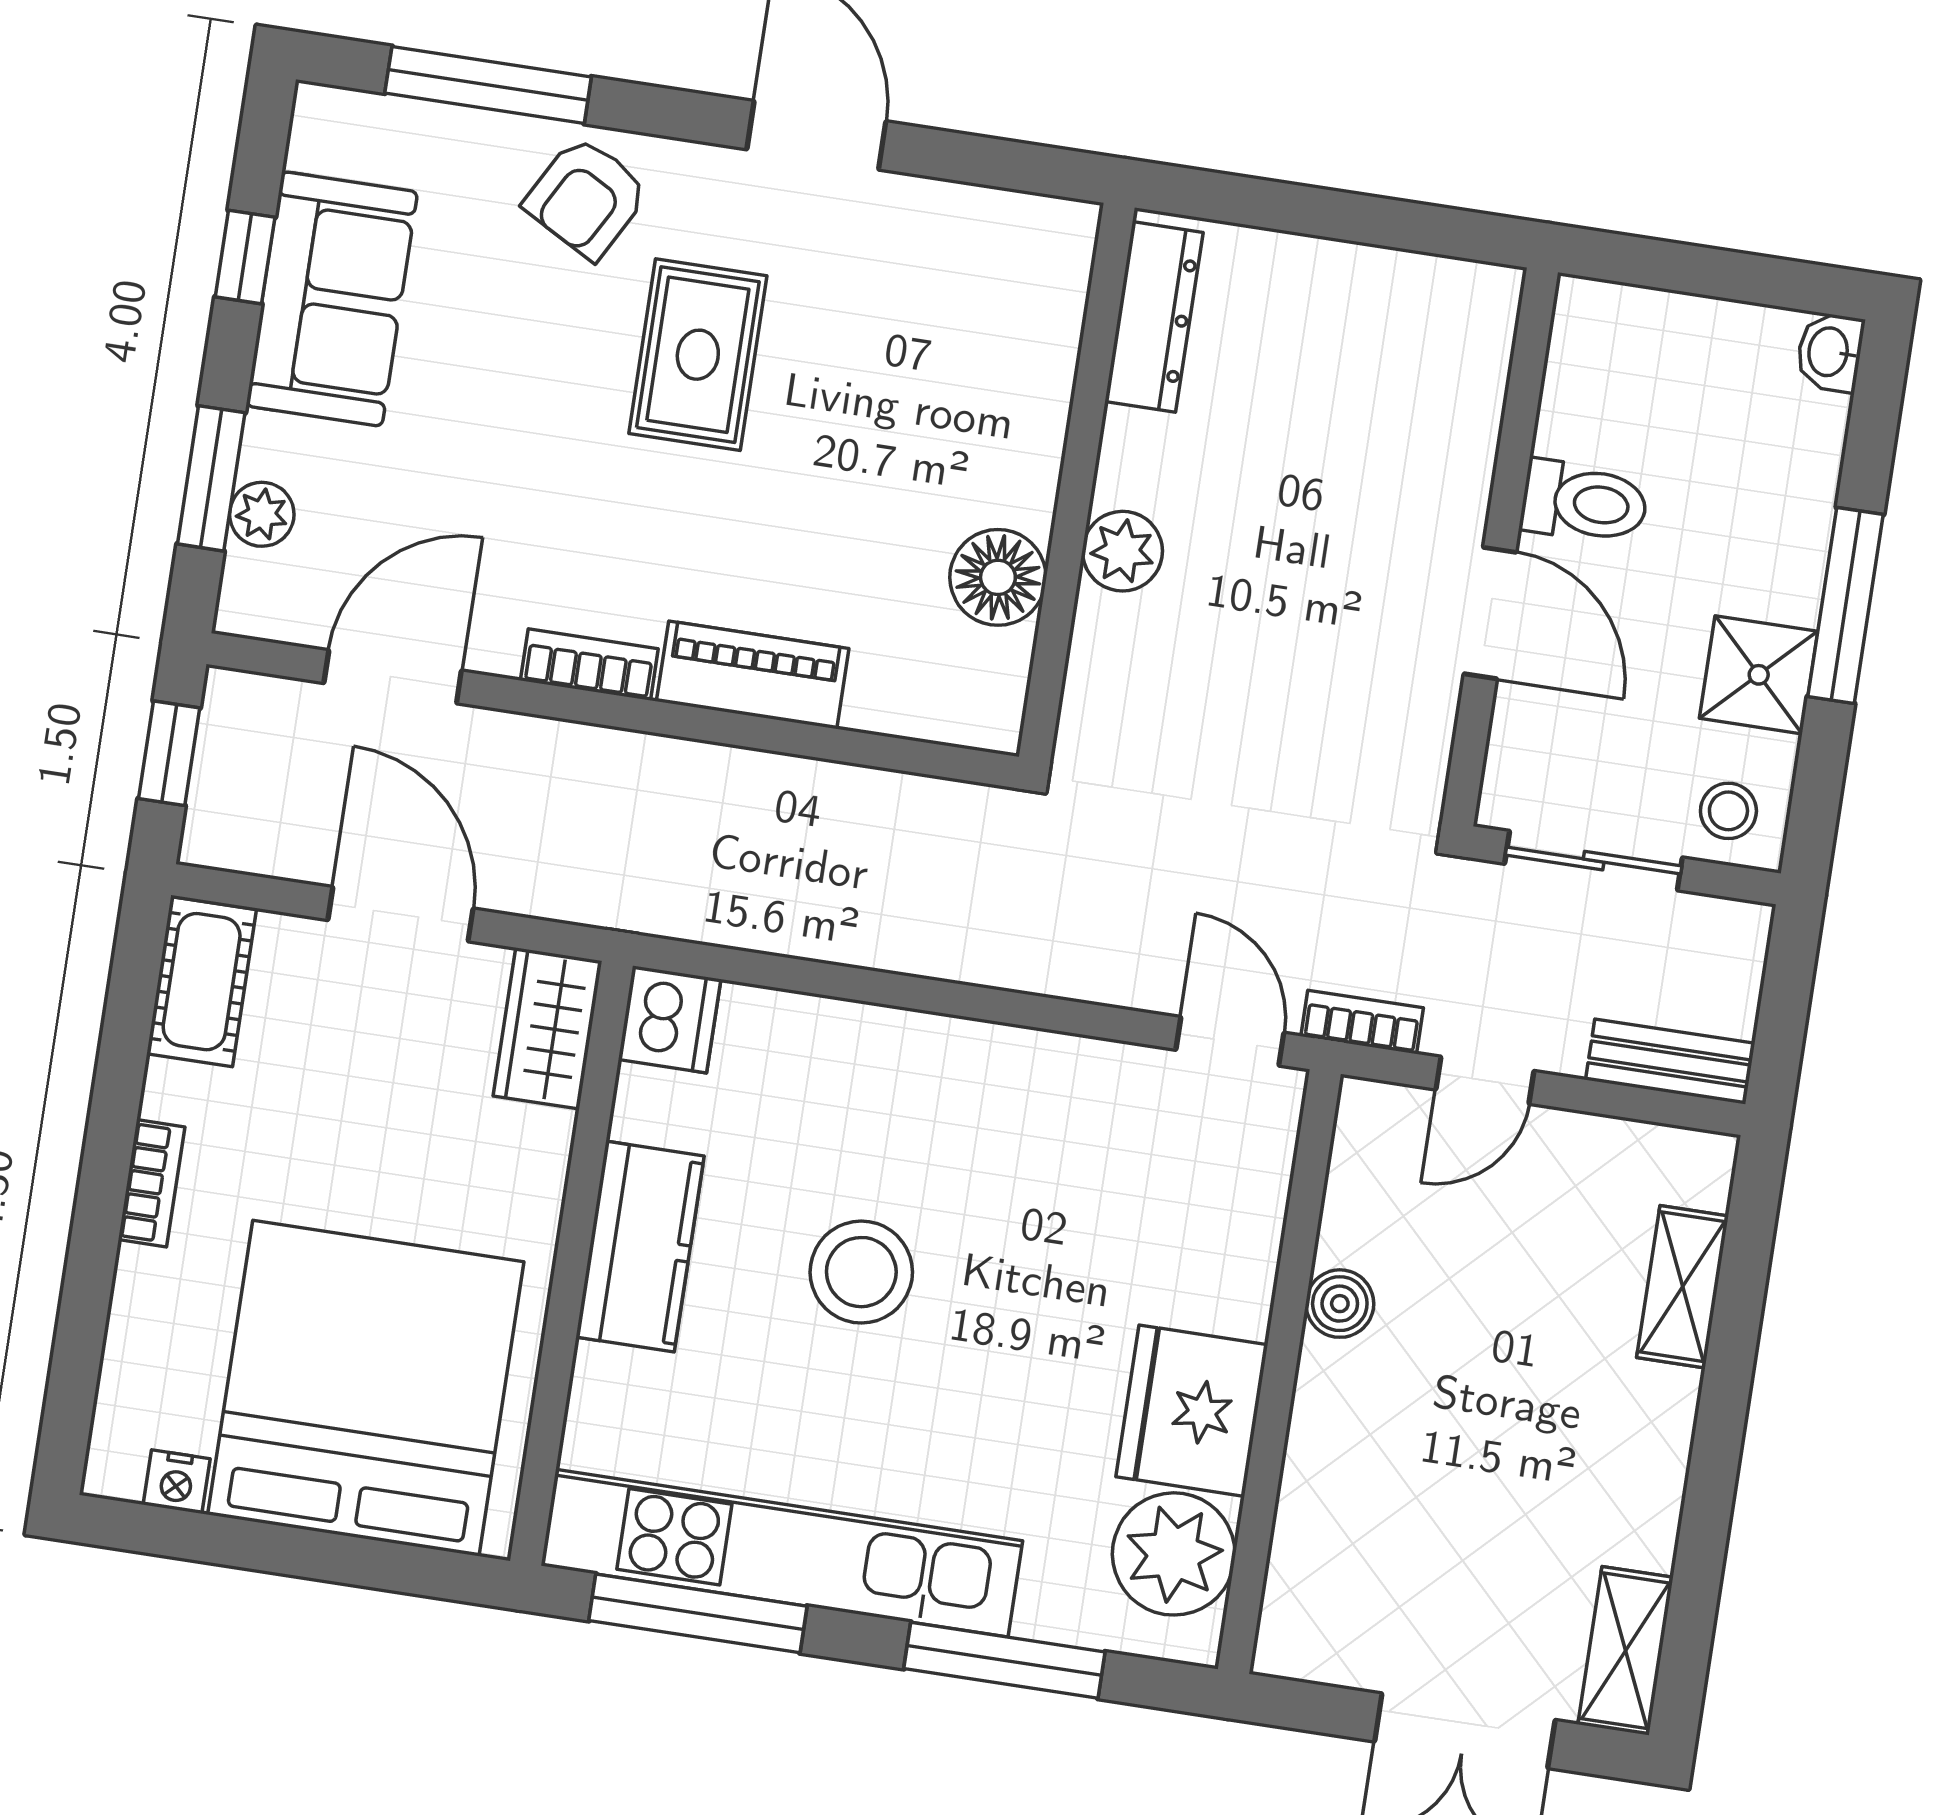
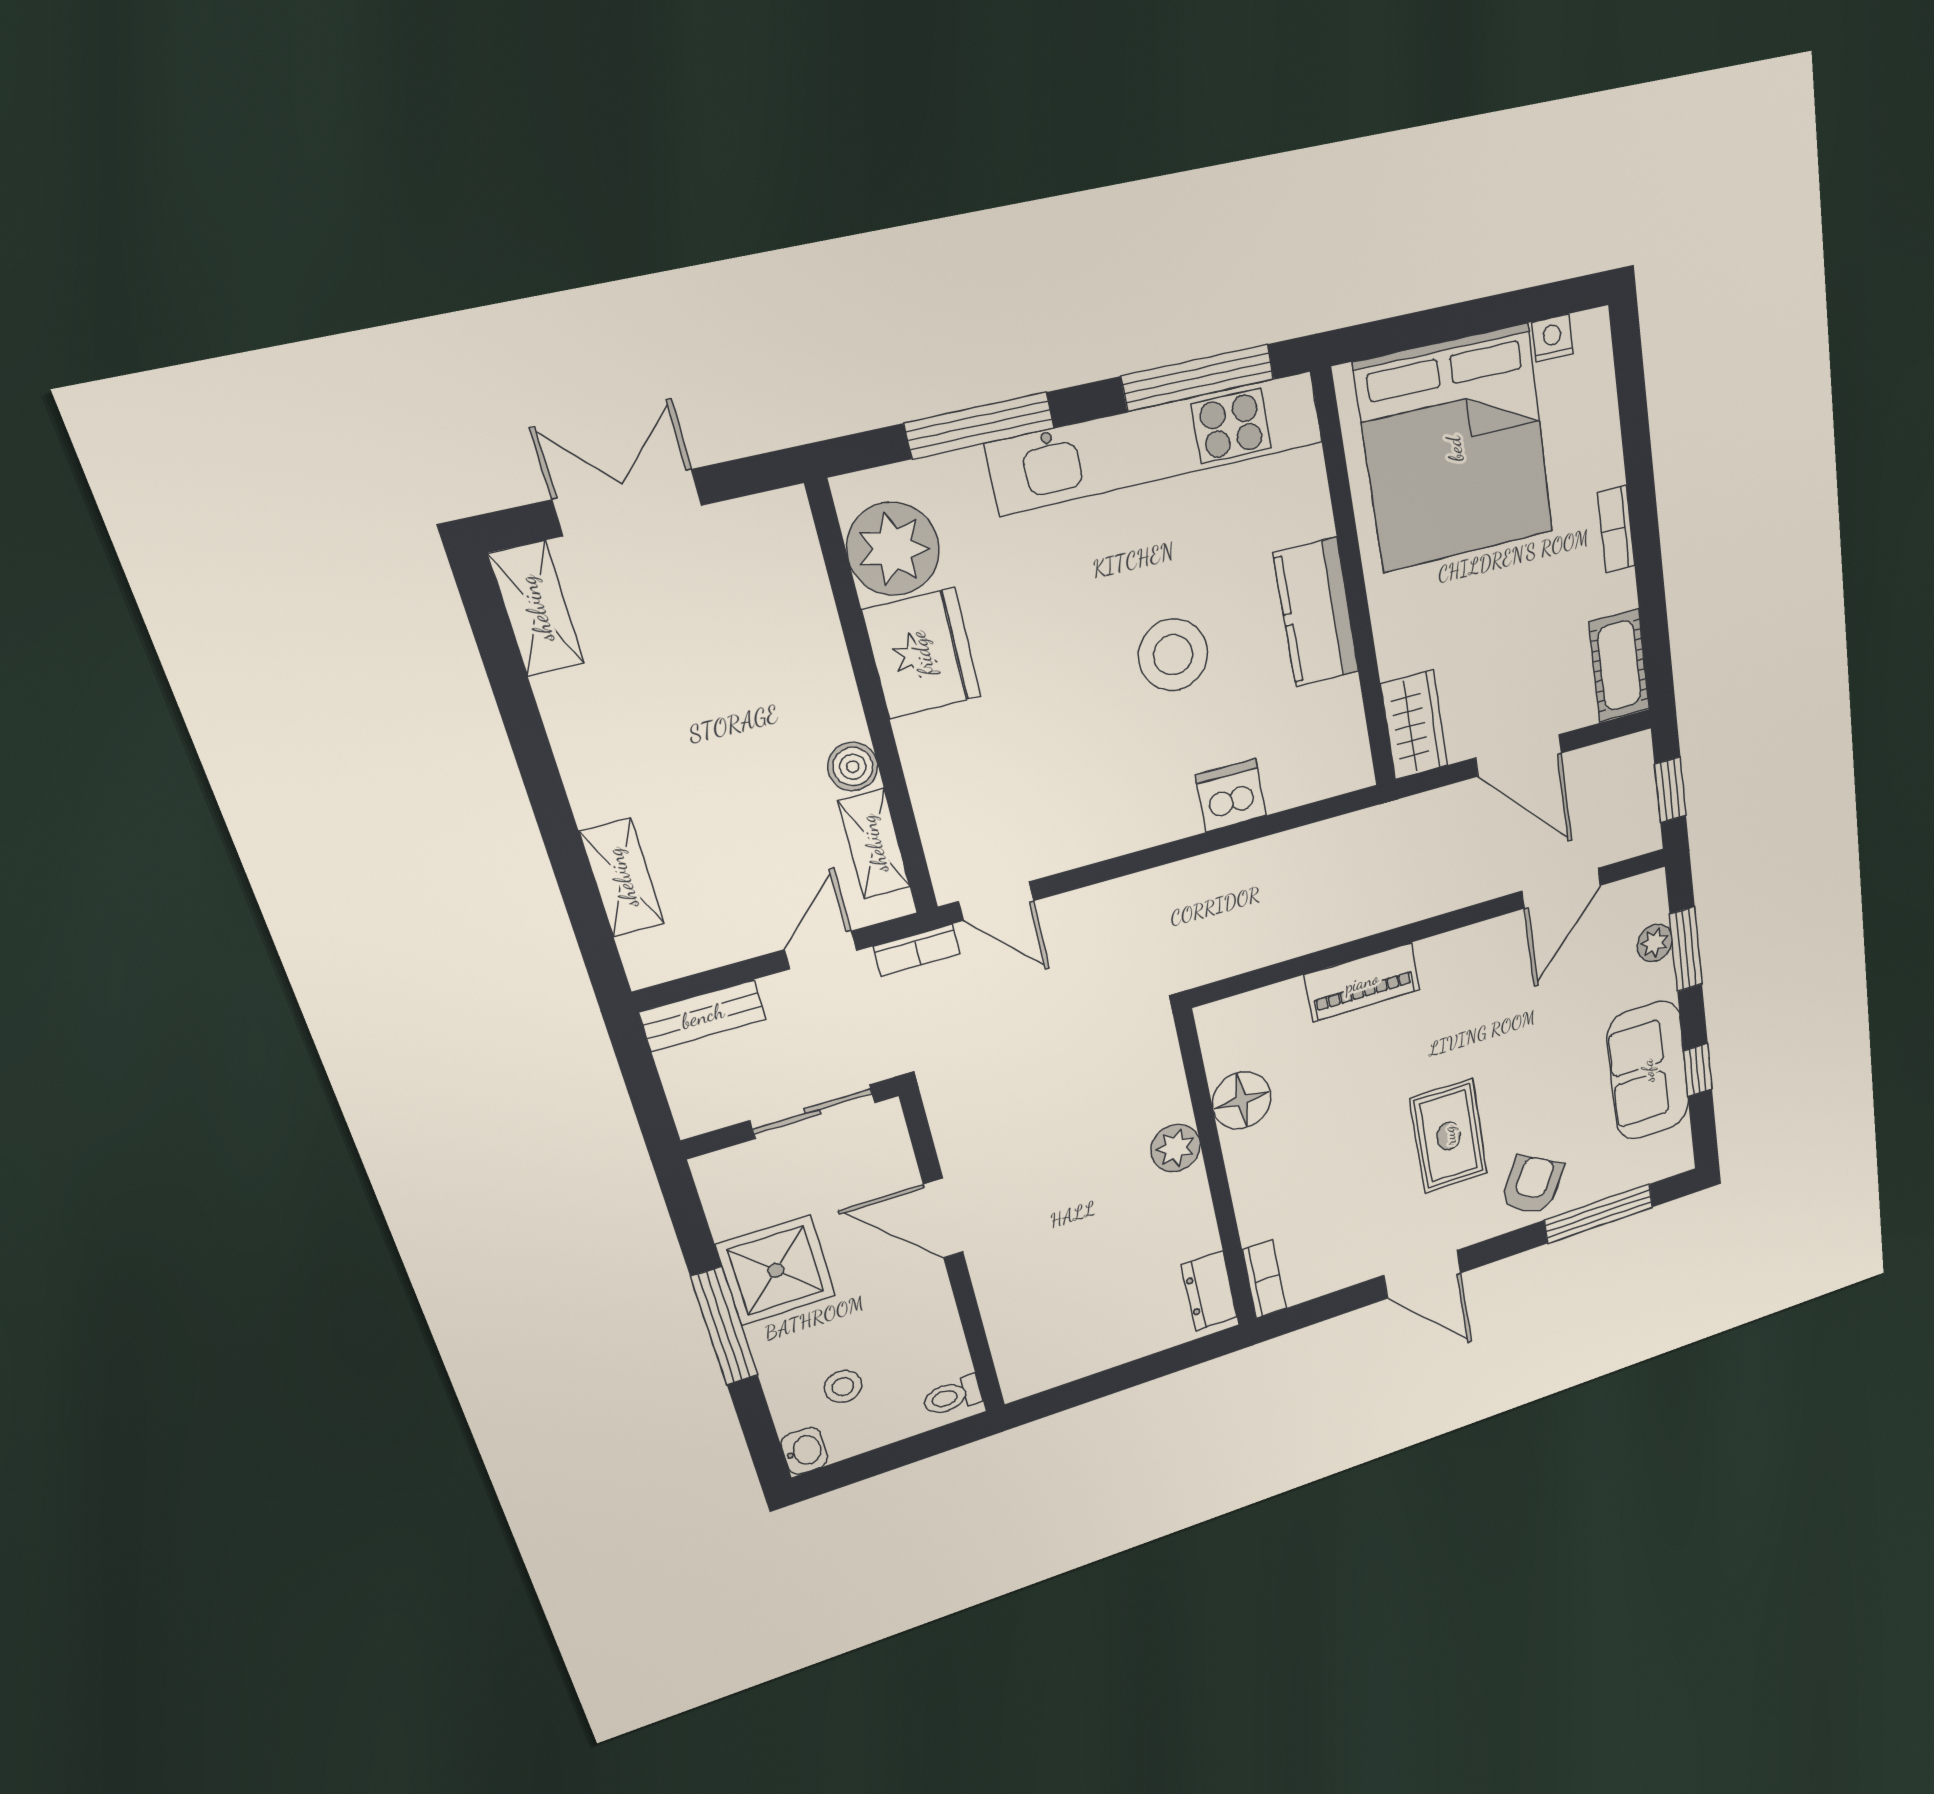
dresser: (1154, 317) -> (1209, 1291), width x0.70
toilet: (1584, 502) -> (952, 1396), moved, width x0.73, depth x0.72
bookcase: (589, 665) -> (1264, 1279), moved, turned -90
shower: (1759, 675) -> (776, 1270), width x1.36, depth x1.36
stool: (1728, 811) -> (843, 1386), moved
dishwasher: (670, 1019) -> (1231, 795), moved, turned 90
shelving: (1356, 1191) -> (874, 844), added

